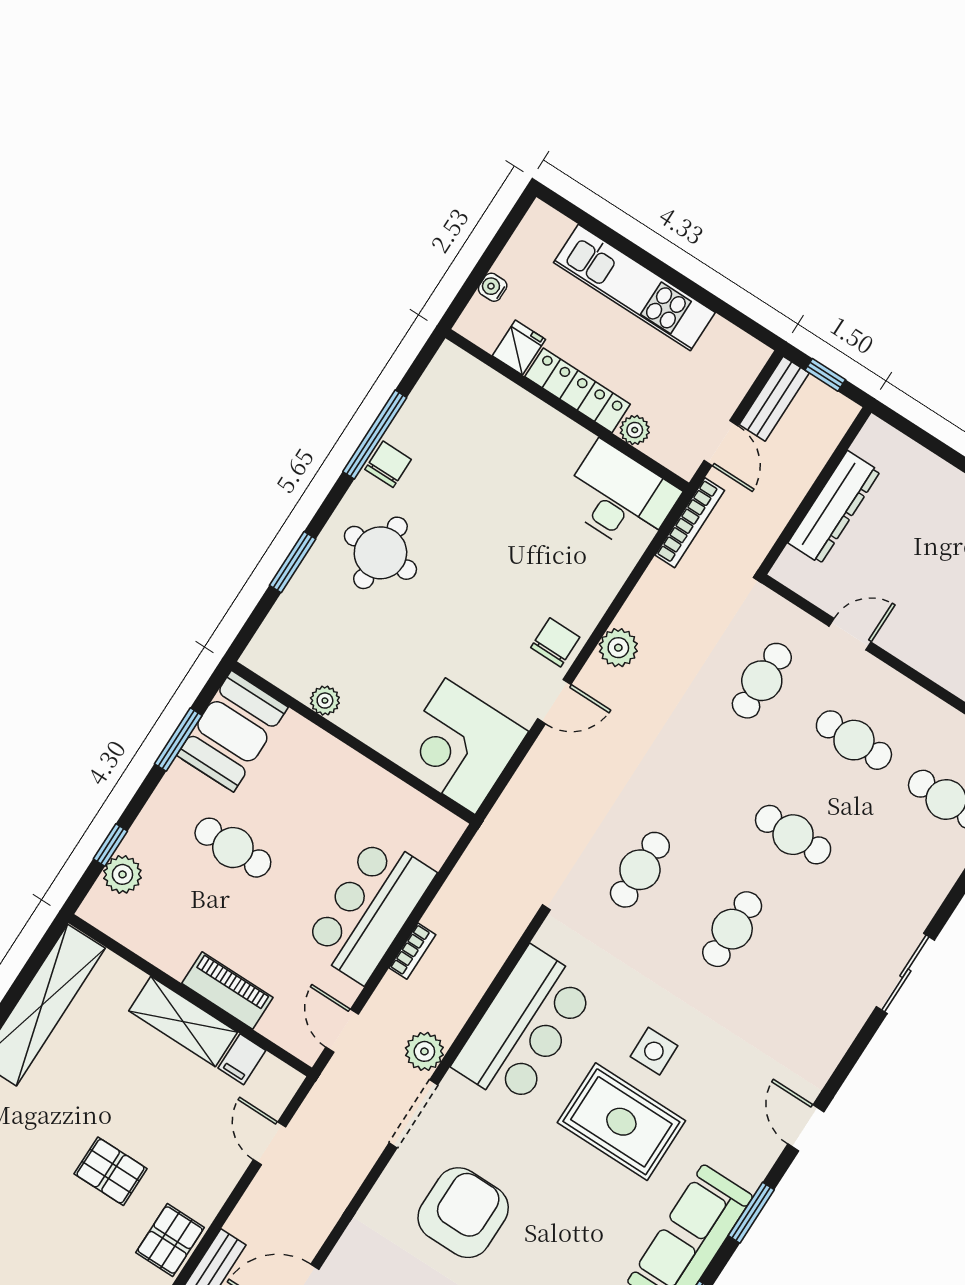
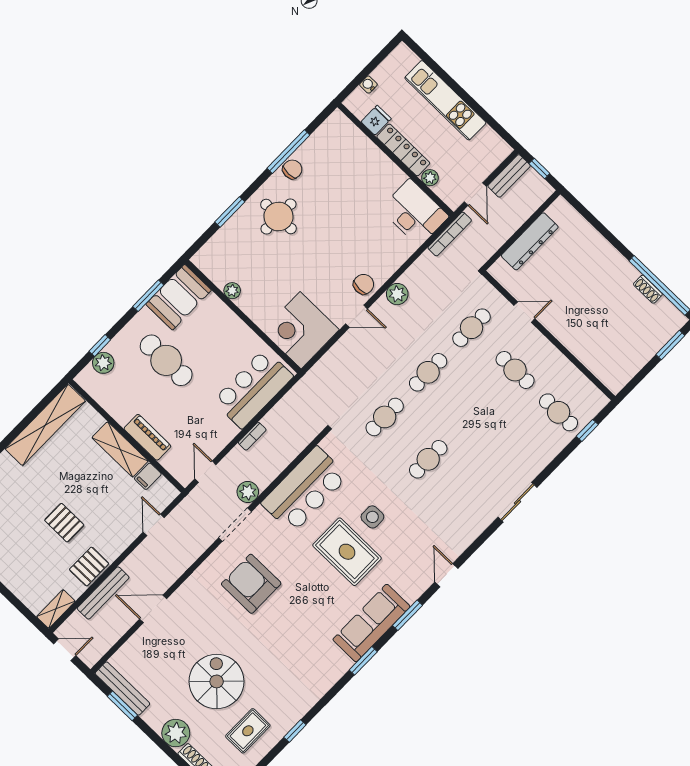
cafe table: (793, 835) -> (428, 372), moved, turned 90
cafe table: (233, 848) -> (166, 360), width x1.37, depth x1.35
bar counter: (369, 909) -> (253, 389), moved
armchair: (463, 1213) -> (251, 584), turned -90

